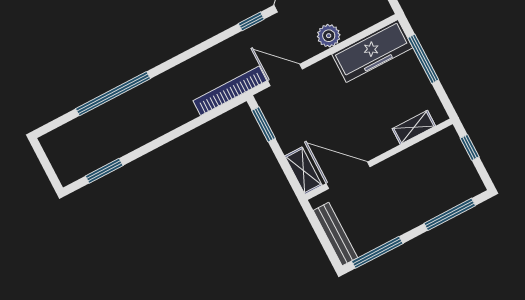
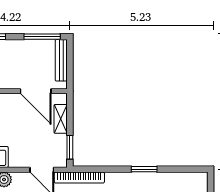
window: (104, 171) -> (144, 169), moved
shelving: (303, 171) -> (61, 119), moved

